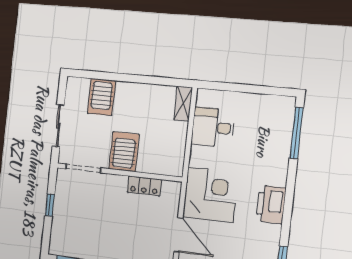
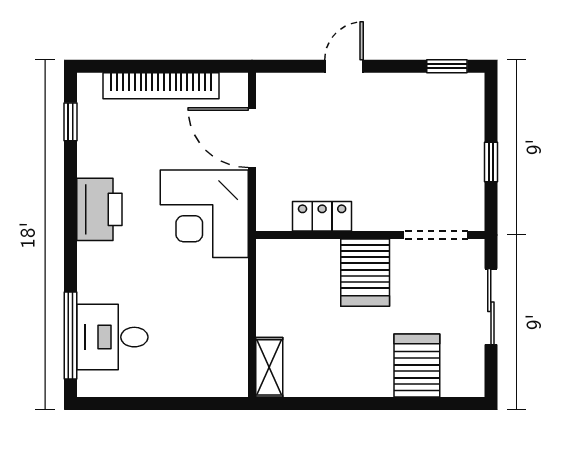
desk: (213, 127) -> (112, 337), moved, turned 180

